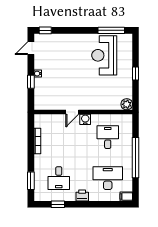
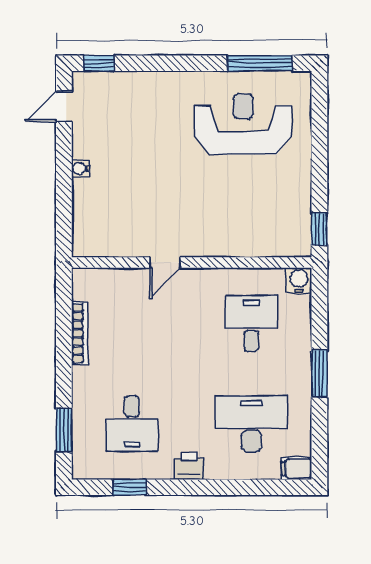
reception desk: (104, 55) -> (243, 124), turned 90
window: (136, 74) -> (319, 229), moved
window: (31, 82) -> (64, 189), removed
plant: (127, 104) -> (298, 243), removed
water cooler: (85, 119) -> (299, 280), moved
window: (136, 158) -> (319, 374), width x0.47

